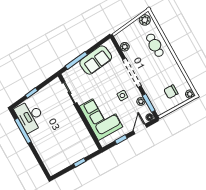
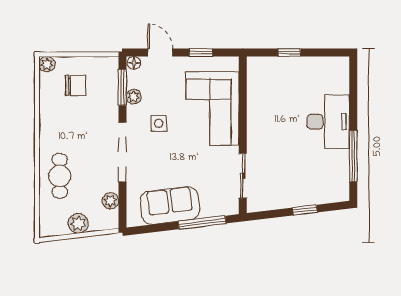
plant: (145, 20) -> (78, 223), moved
desk: (30, 116) -> (328, 122), moved
door: (140, 129) -> (160, 52), swing flipped

